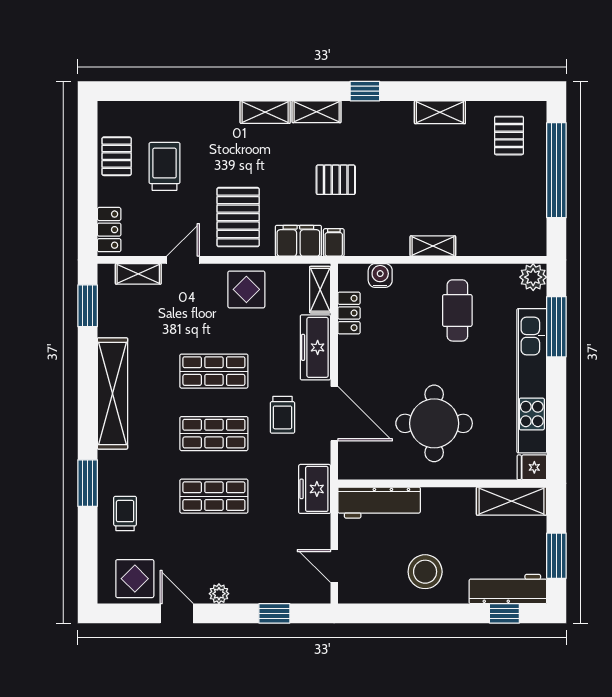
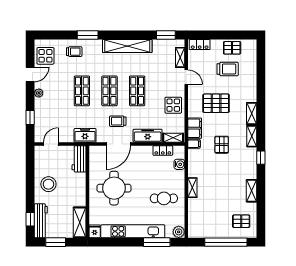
pallet: (238, 217) -> (216, 103), moved
workbench: (379, 503) -> (79, 159), width x0.73

